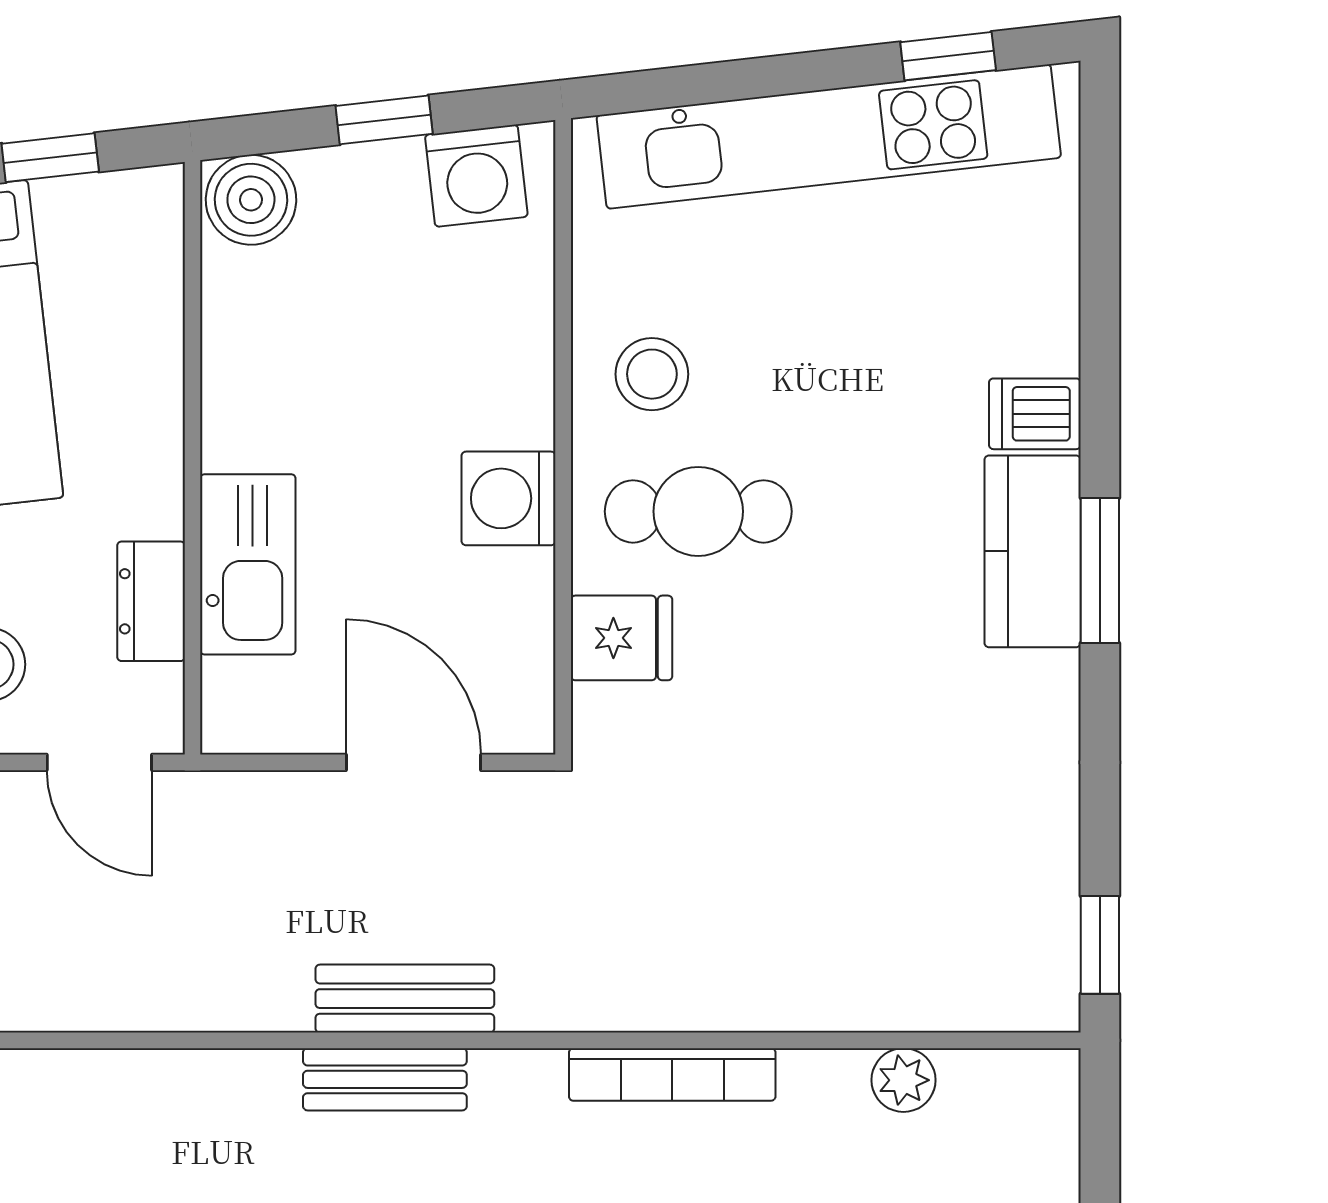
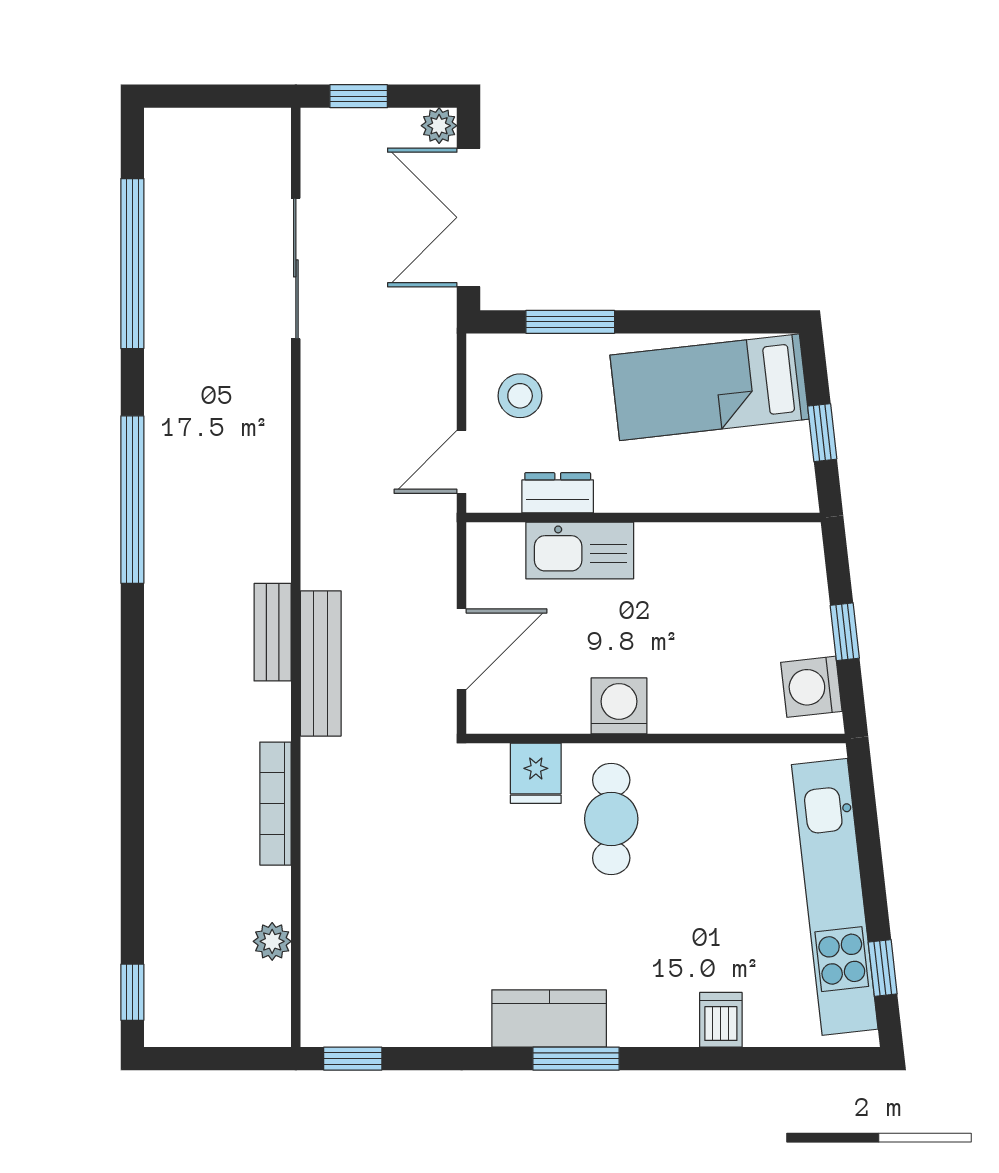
boiler: (251, 200) -> (797, 552), removed
stool: (652, 374) -> (693, 791), removed
dishwasher: (1035, 414) -> (721, 1020), moved
kitchen counter: (1033, 551) -> (549, 1018), moved
bench: (405, 999) -> (321, 663), width x1.36

